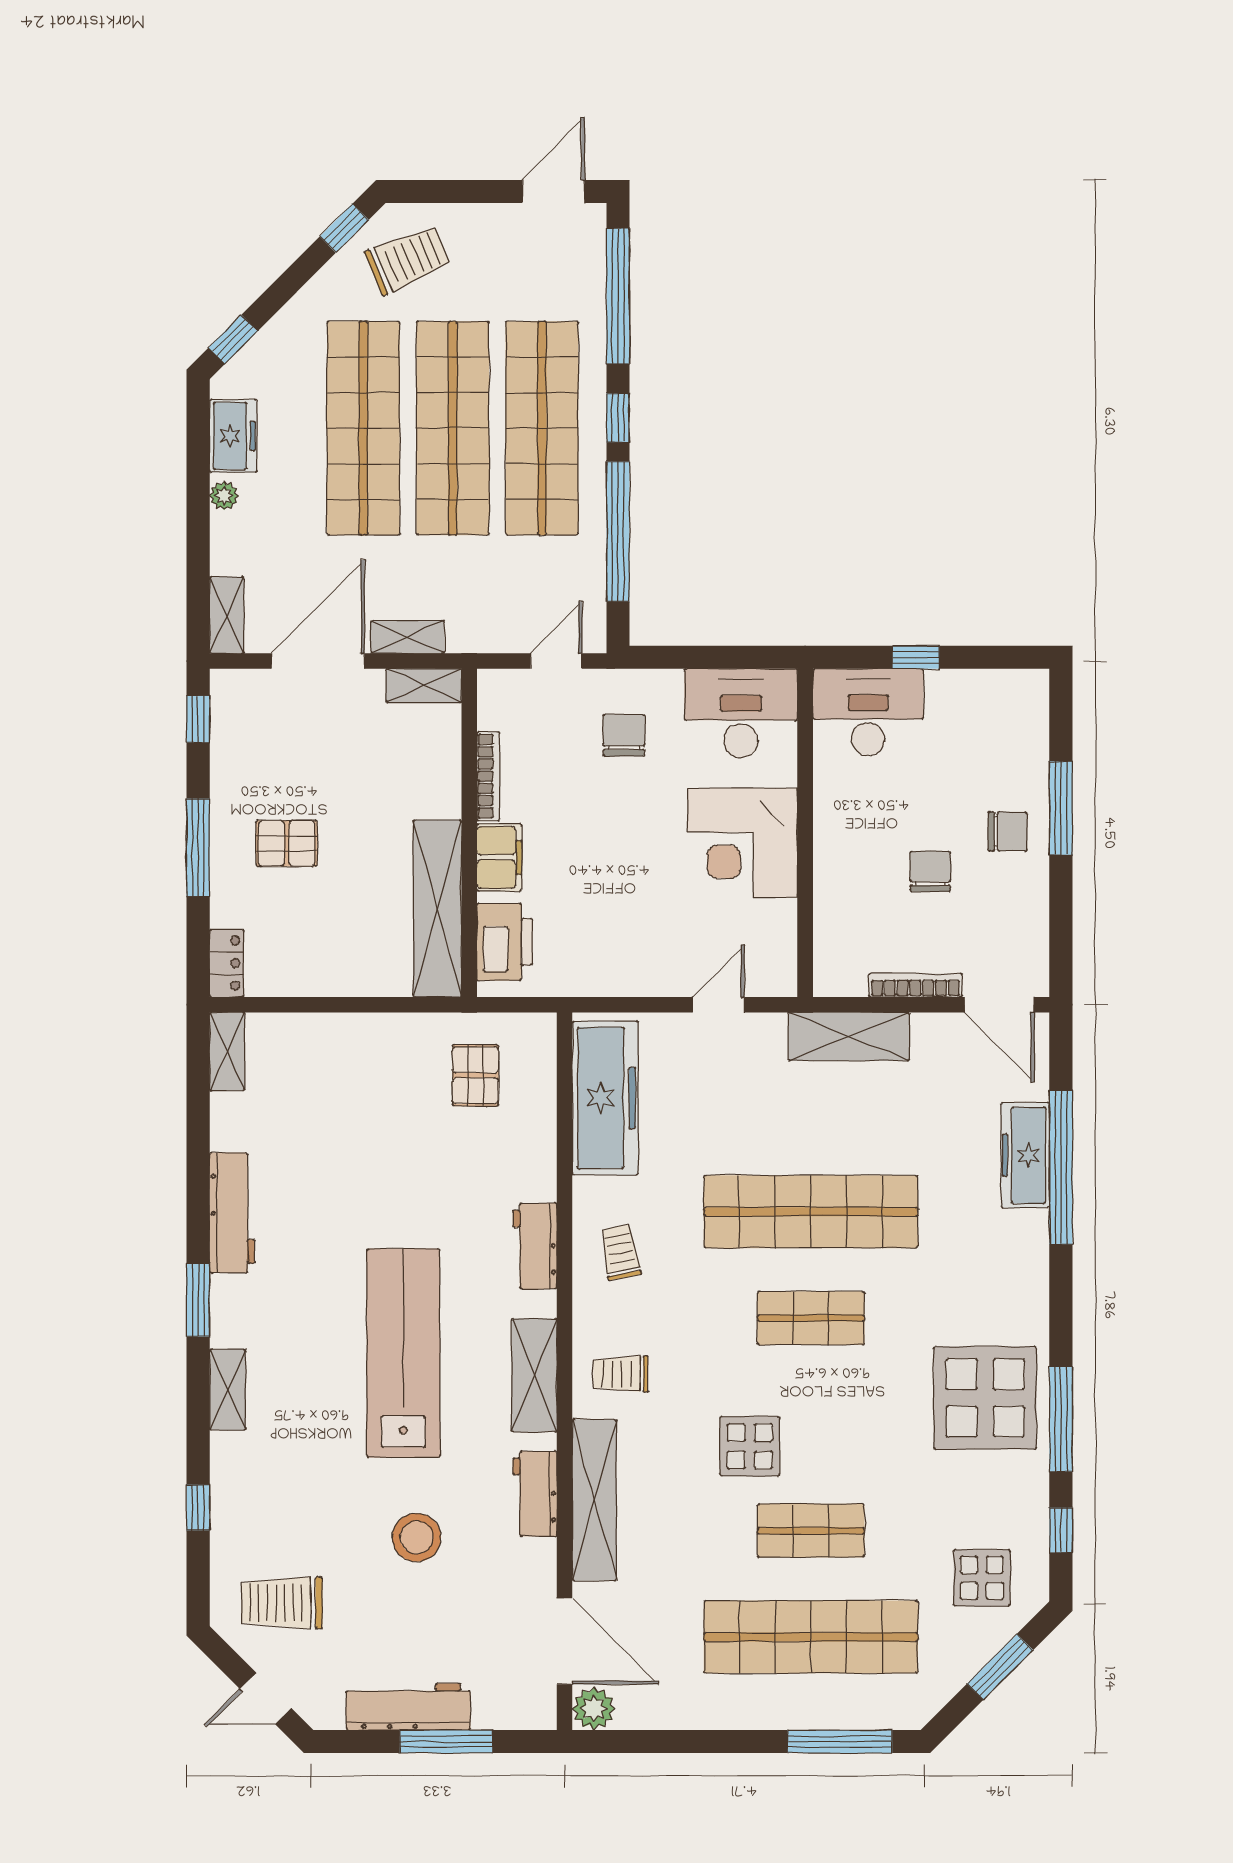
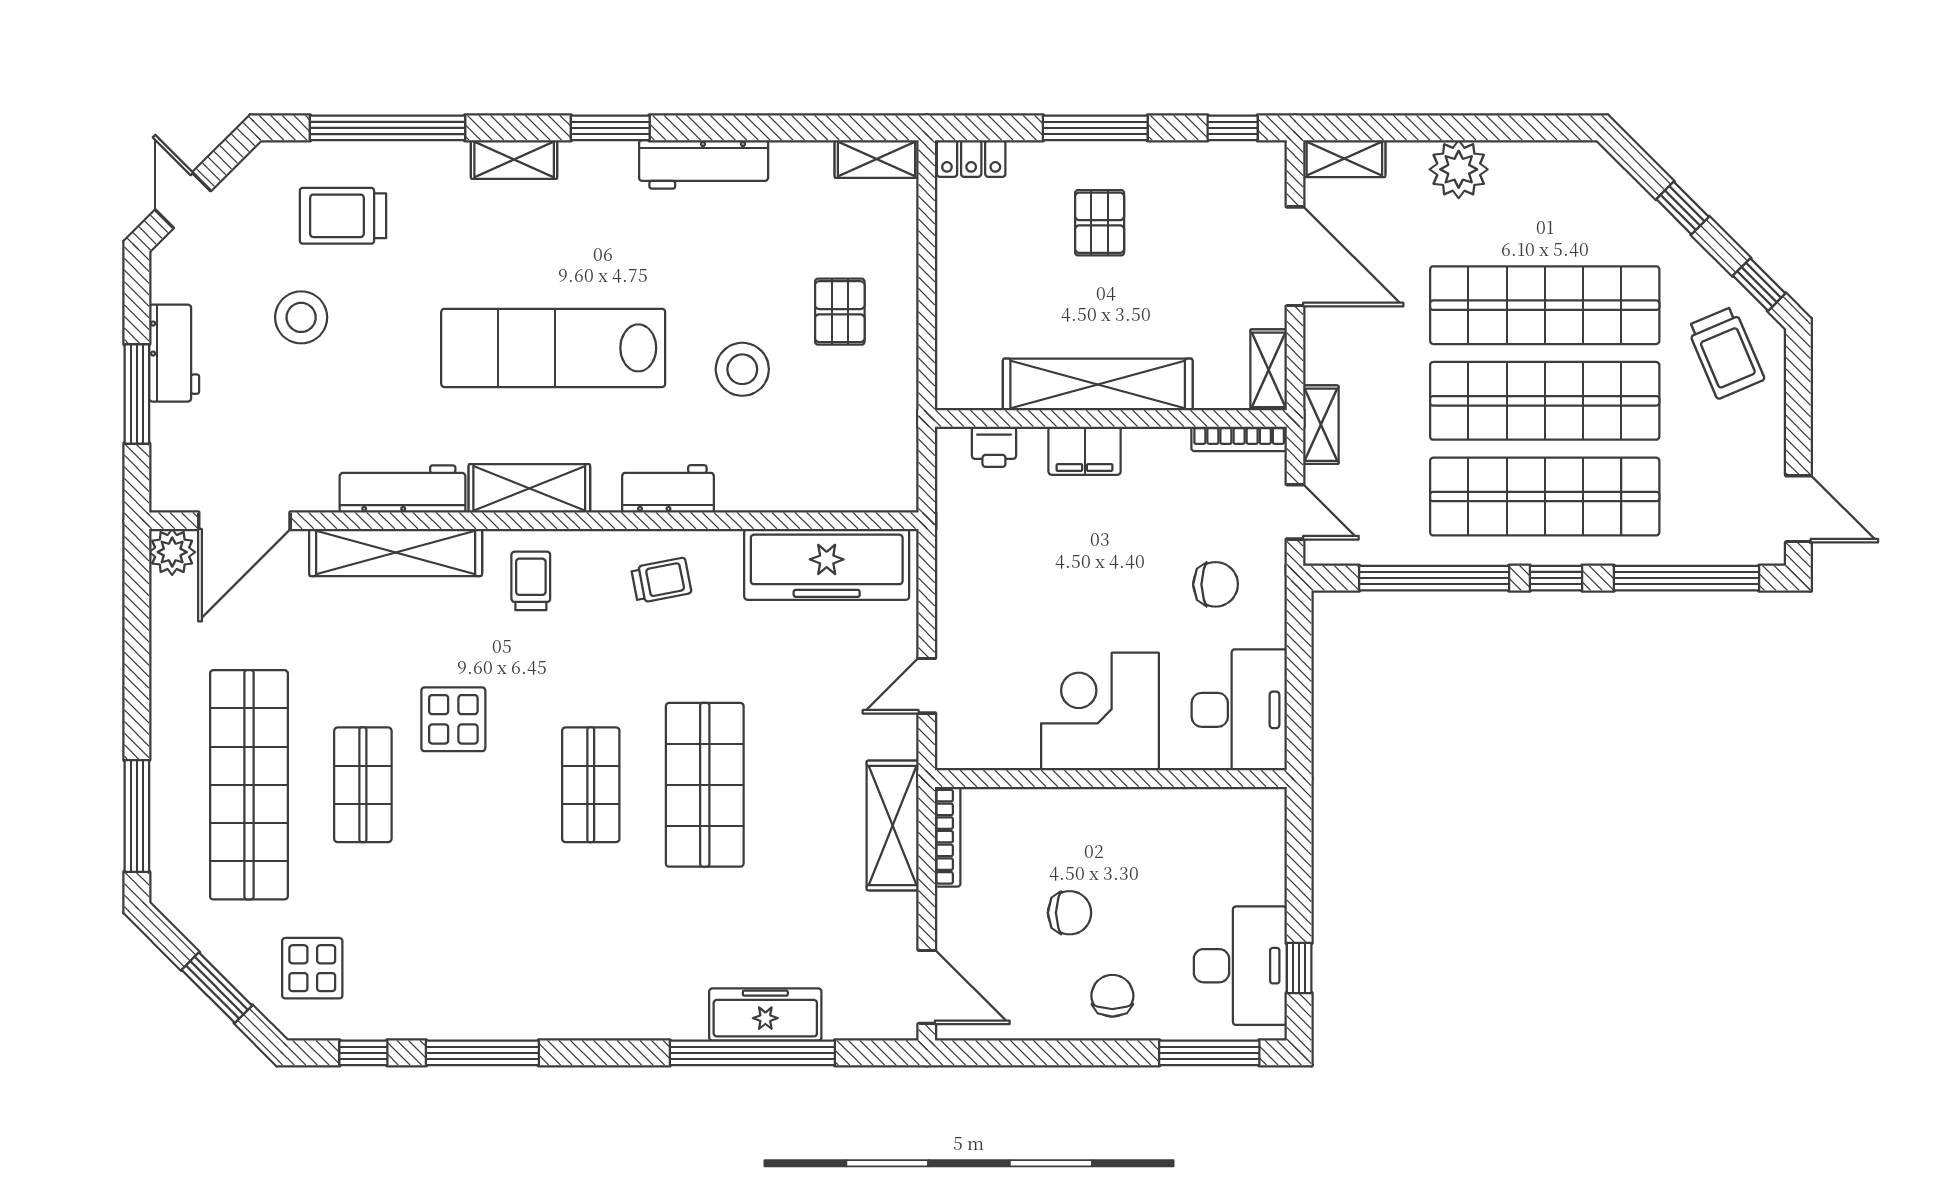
window: (233, 339) -> (1683, 208), moved
freezer: (233, 436) -> (1536, 166), removed
plant: (224, 496) -> (1459, 169), width x1.87, depth x1.87
shelving: (408, 637) -> (1321, 425), moved
window: (916, 657) -> (1299, 968), moved
desk: (868, 712) -> (1240, 966), moved
bookcase: (488, 776) -> (1239, 439), moved
window: (1061, 808) -> (1209, 1053), moved
chair: (1008, 831) -> (1112, 996), turned 180
shelving: (437, 909) -> (1098, 384), moved
printer: (505, 942) -> (994, 447), width x0.53, depth x0.68
bookcase: (915, 985) -> (948, 837), moved
door: (718, 1005) -> (927, 686), swing flipped
door: (999, 1005) -> (927, 987), swing flipped
pallet: (475, 1075) -> (840, 312), moved, turned 90
stool: (423, 1177) -> (742, 369), added
shop shelf: (811, 1212) -> (705, 785), width x0.71
lab bench: (403, 1353) -> (553, 348), turned 180
display table: (985, 1398) -> (505, 972), removed
workbench: (535, 1494) -> (403, 489), width x1.38
window: (198, 1508) -> (388, 128), width x3.17
stool: (417, 1537) -> (301, 317), moved
trolley: (282, 1603) -> (343, 216), moved, turned -90
workbench: (408, 1707) -> (174, 353), width x0.73

